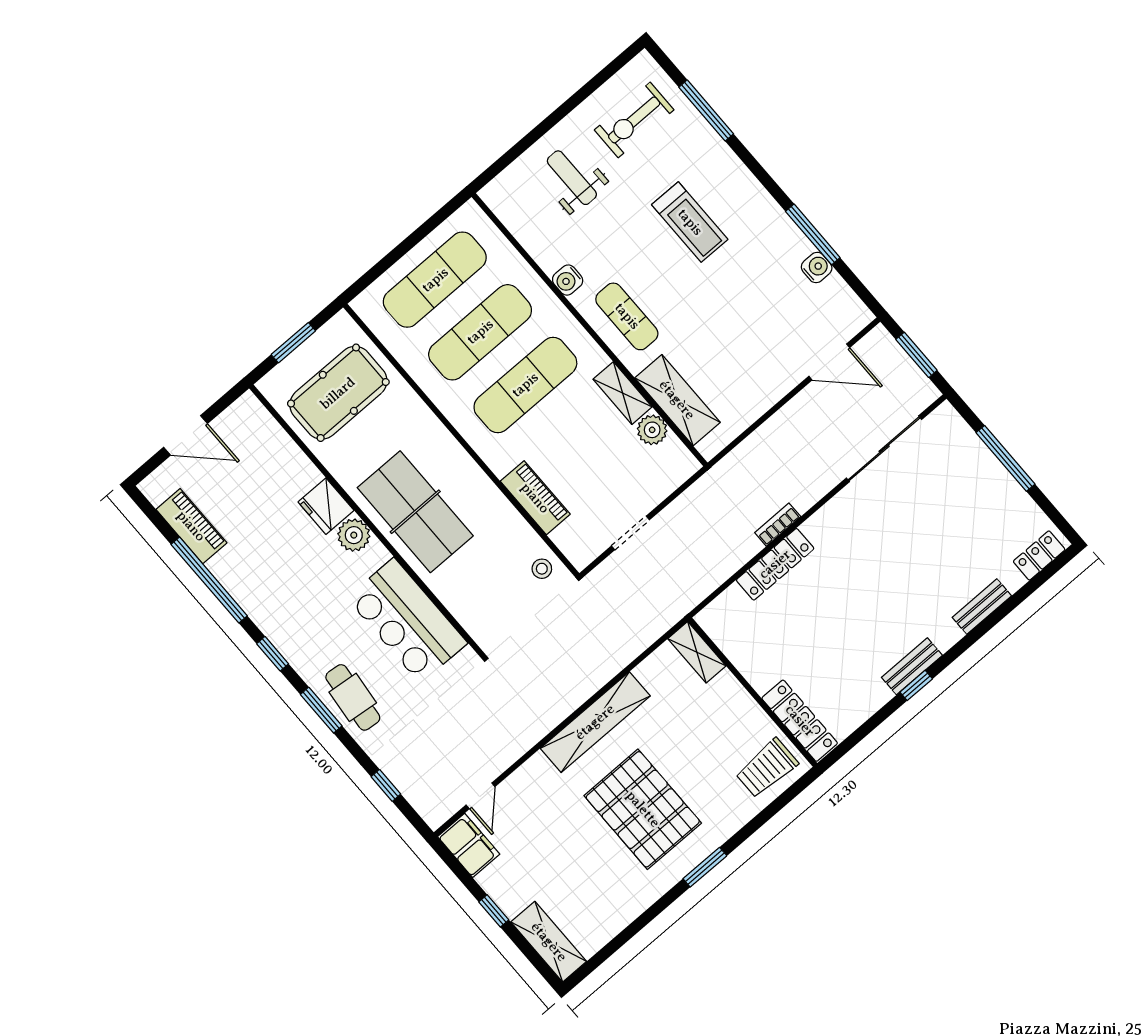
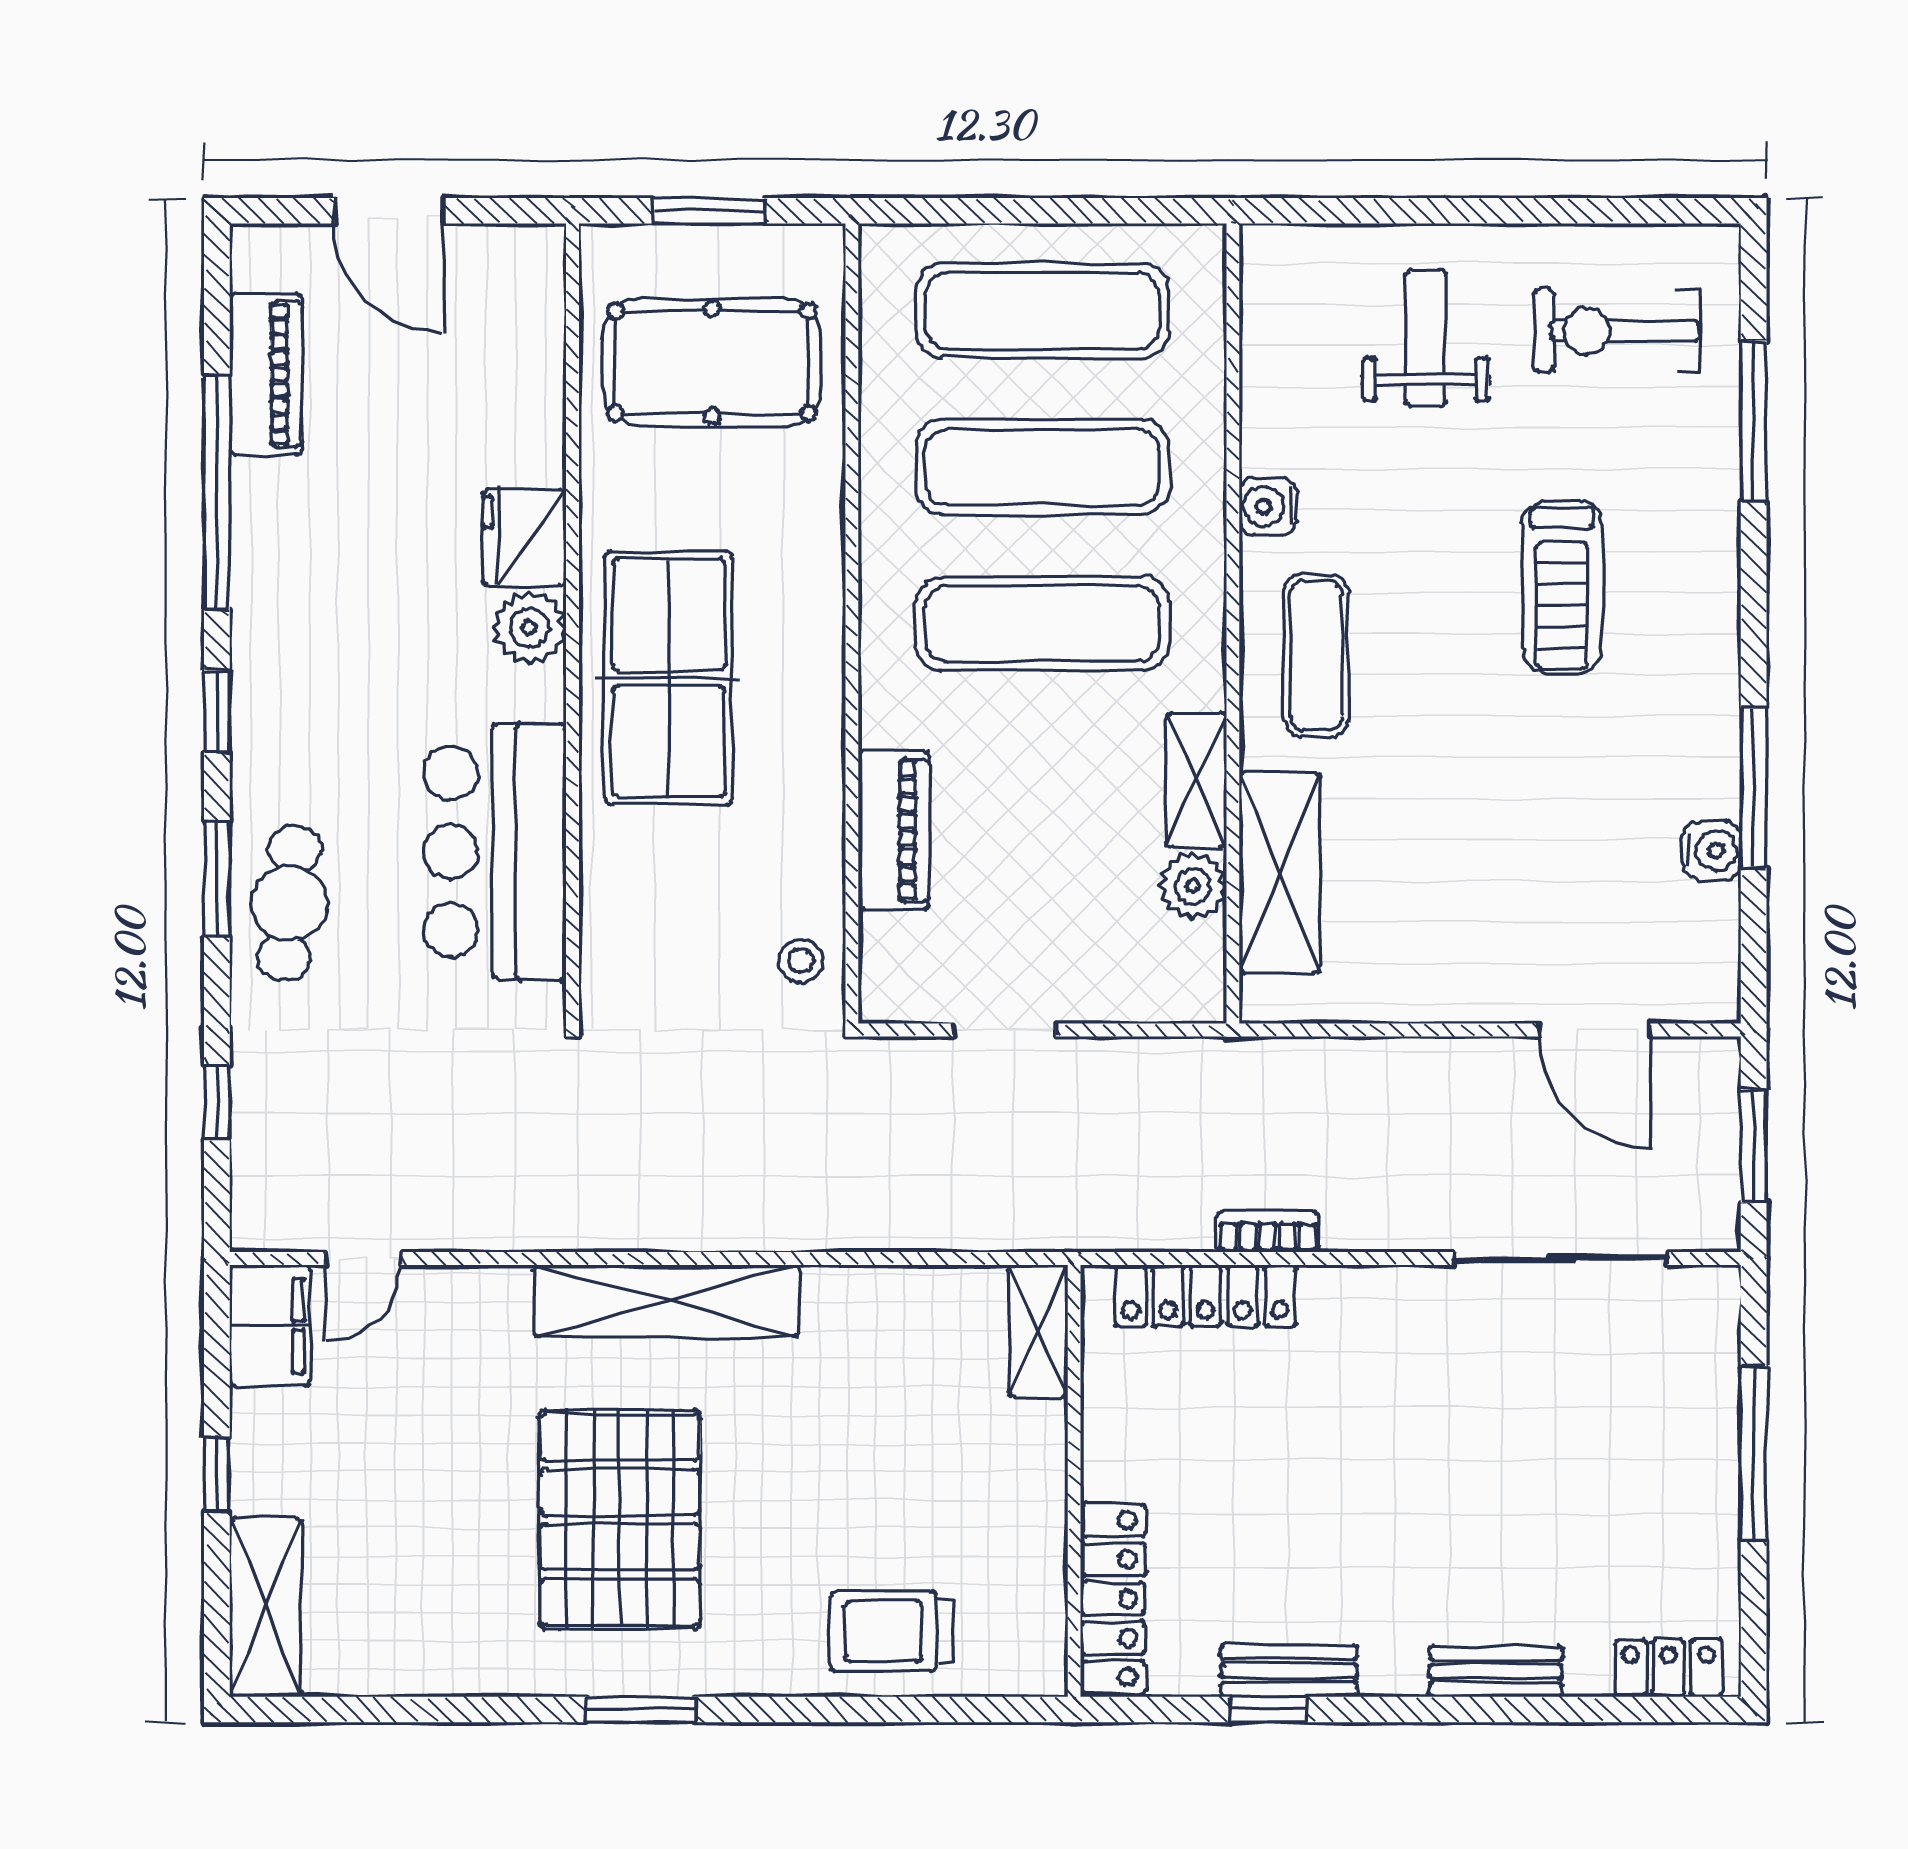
shelving: (697, 652) -> (1038, 1331), moved
wall: (752, 692) -> (1074, 1481), moved
locker: (800, 721) -> (1113, 1599), moved

